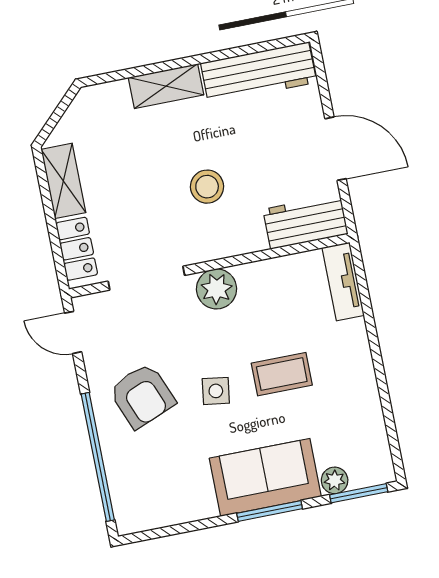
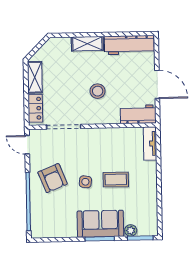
plant: (217, 289) -> (94, 137), removed

